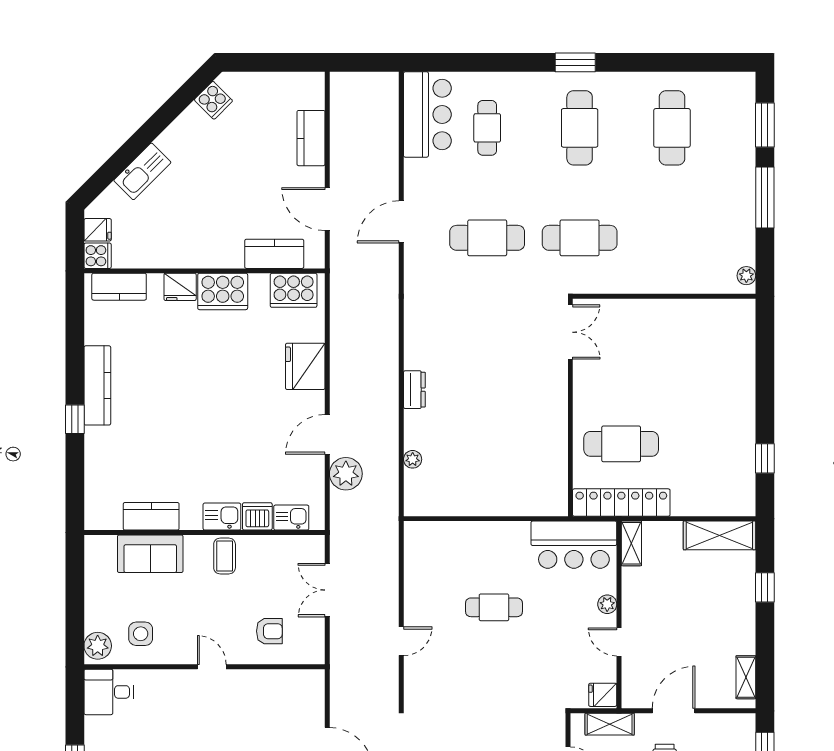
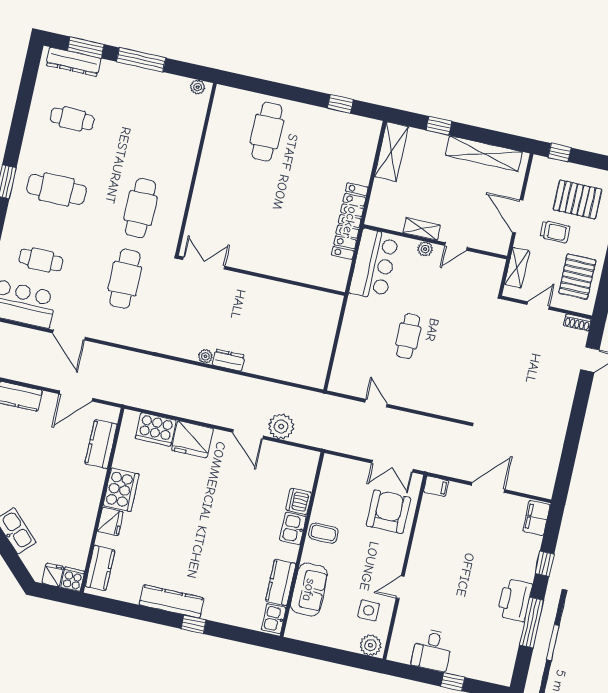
dresser: (744, 114) -> (73, 62), added
cafe table: (672, 128) -> (72, 119), width x0.73, depth x0.74
door: (401, 222) -> (69, 335), moved
cooker: (294, 290) -> (156, 429), moved, turned 90
double door: (570, 332) -> (204, 263), moved
wall: (570, 407) -> (261, 276), moved
cafe table: (621, 444) -> (267, 132), moved
plant: (413, 459) -> (205, 356), moved
kitchen sink: (291, 518) -> (274, 619), moved
shelving: (631, 543) -> (422, 229), moved
double door: (327, 590) -> (392, 466), moved
armchair: (269, 631) -> (388, 512), width x1.88, depth x1.88
door: (401, 641) -> (376, 403), moved
door: (212, 667) -> (400, 587), moved
shelving: (746, 677) -> (484, 154), width x2.20, depth x1.33
filing cabinet: (314, 684) -> (436, 486), added
desk: (109, 692) -> (432, 650), moved
fridge: (603, 695) -> (493, 268), removed

